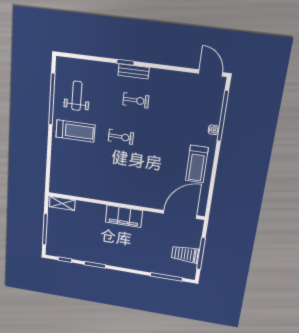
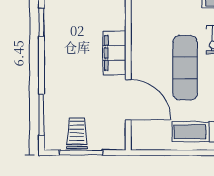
exercise mat: (142, 164) -> (185, 68), added
door: (180, 214) -> (128, 100), moved

